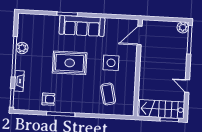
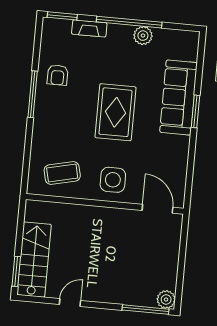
sofa: (82, 26) -> (179, 97), moved
door: (140, 35) -> (158, 209), moved
wall: (138, 68) -> (105, 204), moved

